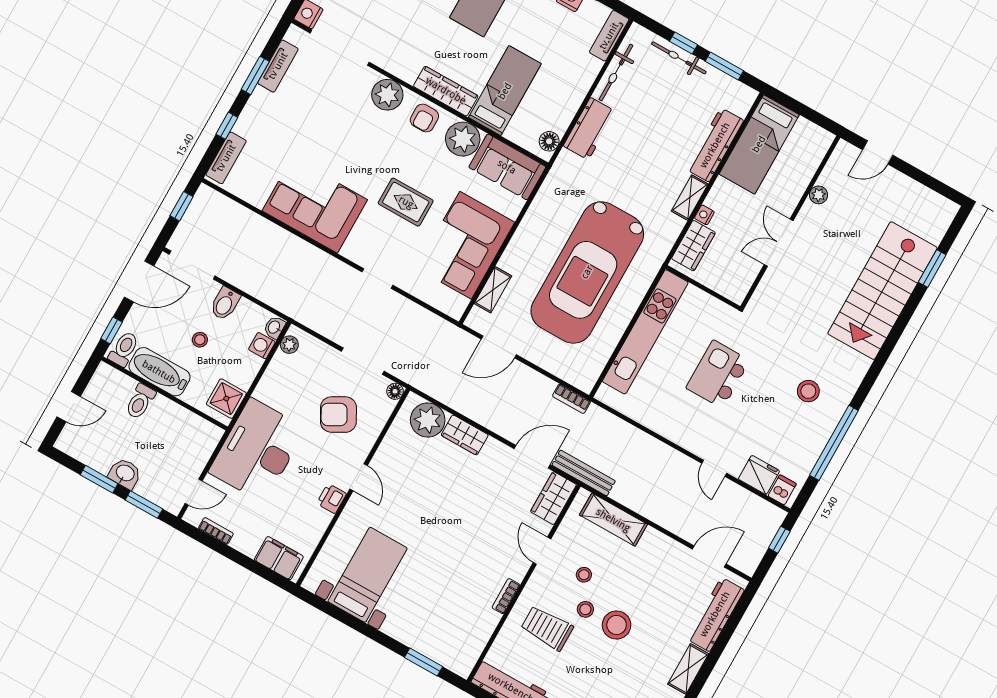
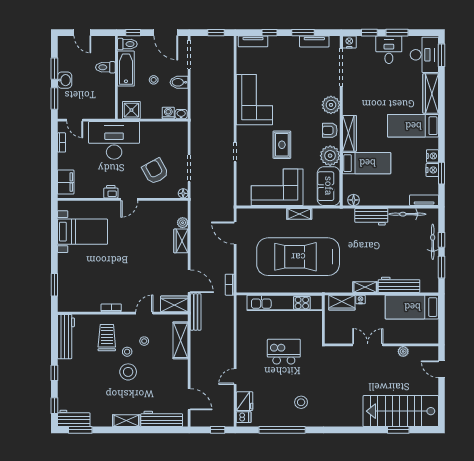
shelving: (493, 290) -> (299, 214), moved
stairs: (882, 291) -> (401, 411), moved
plant: (289, 345) -> (177, 127), removed
plant: (428, 420) -> (183, 223), width x0.53, depth x0.53

